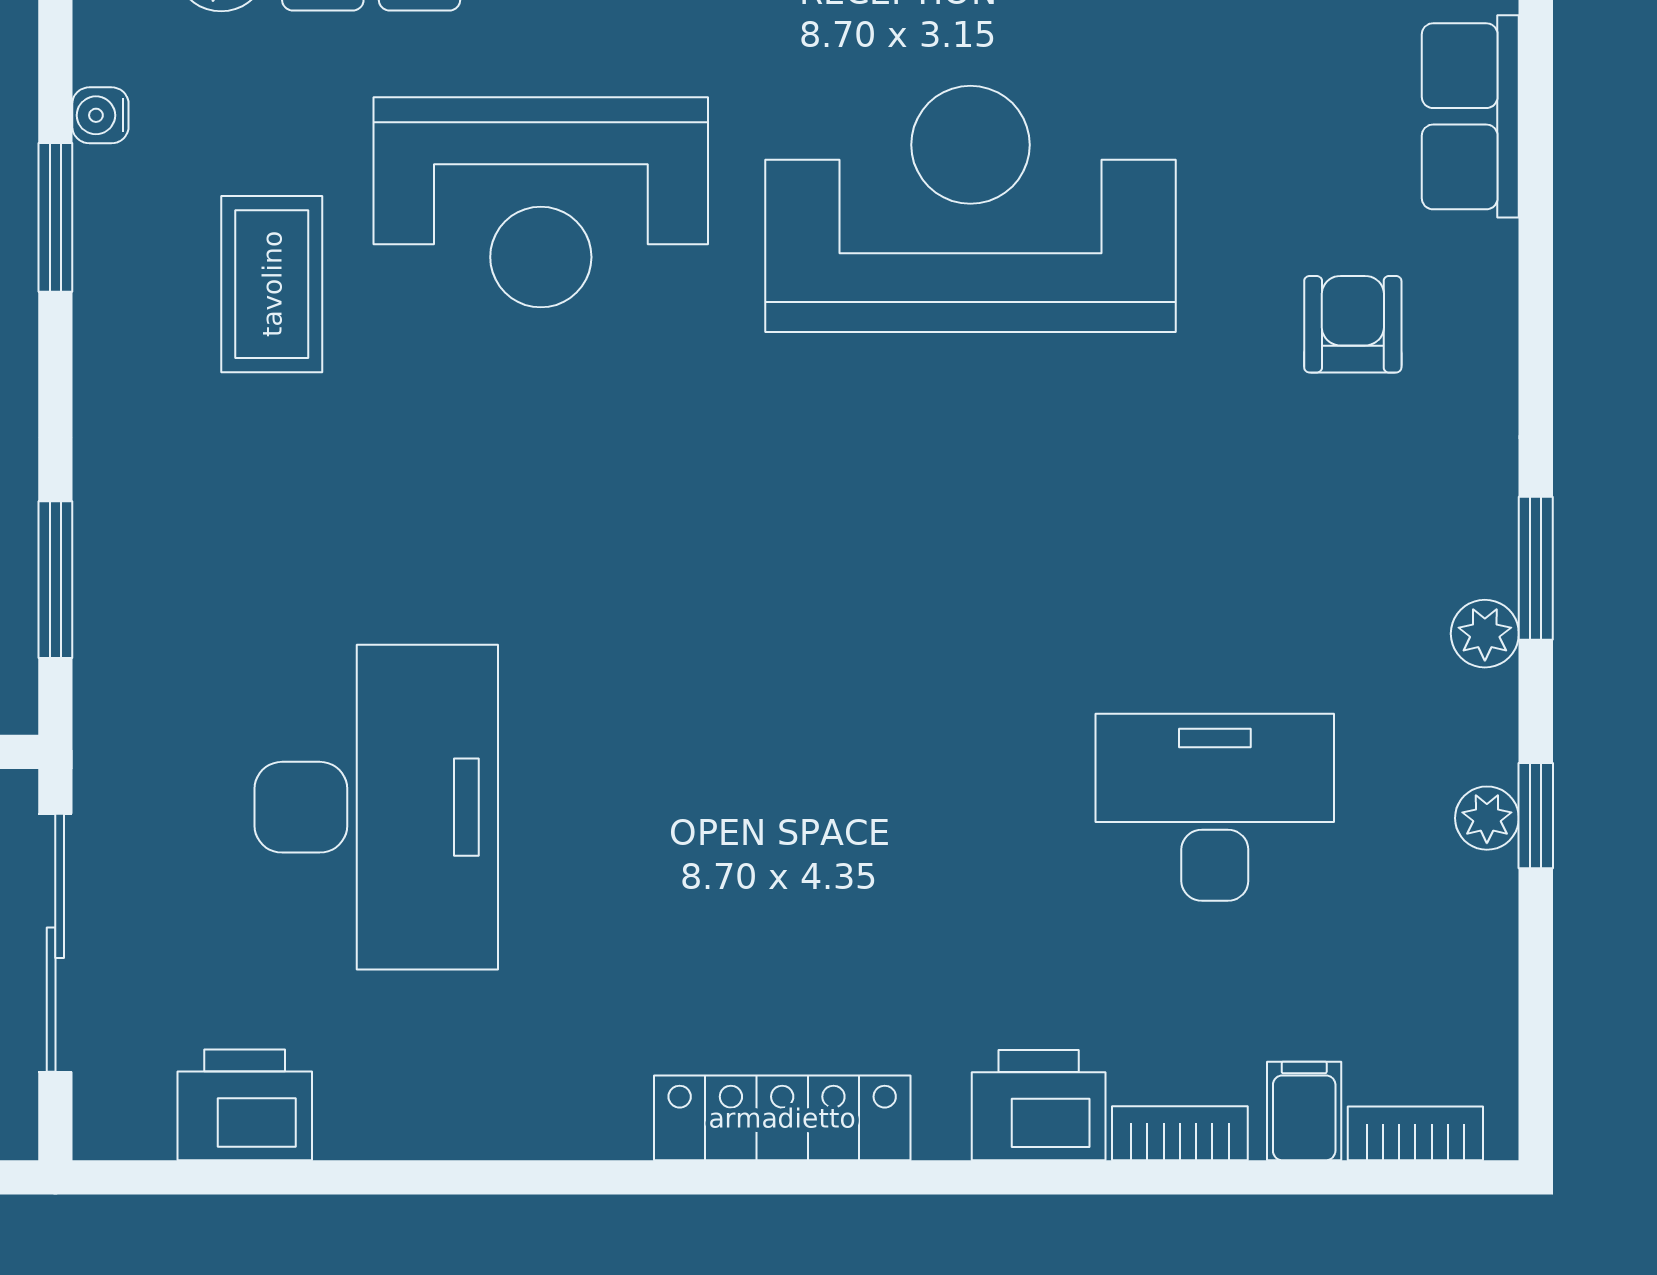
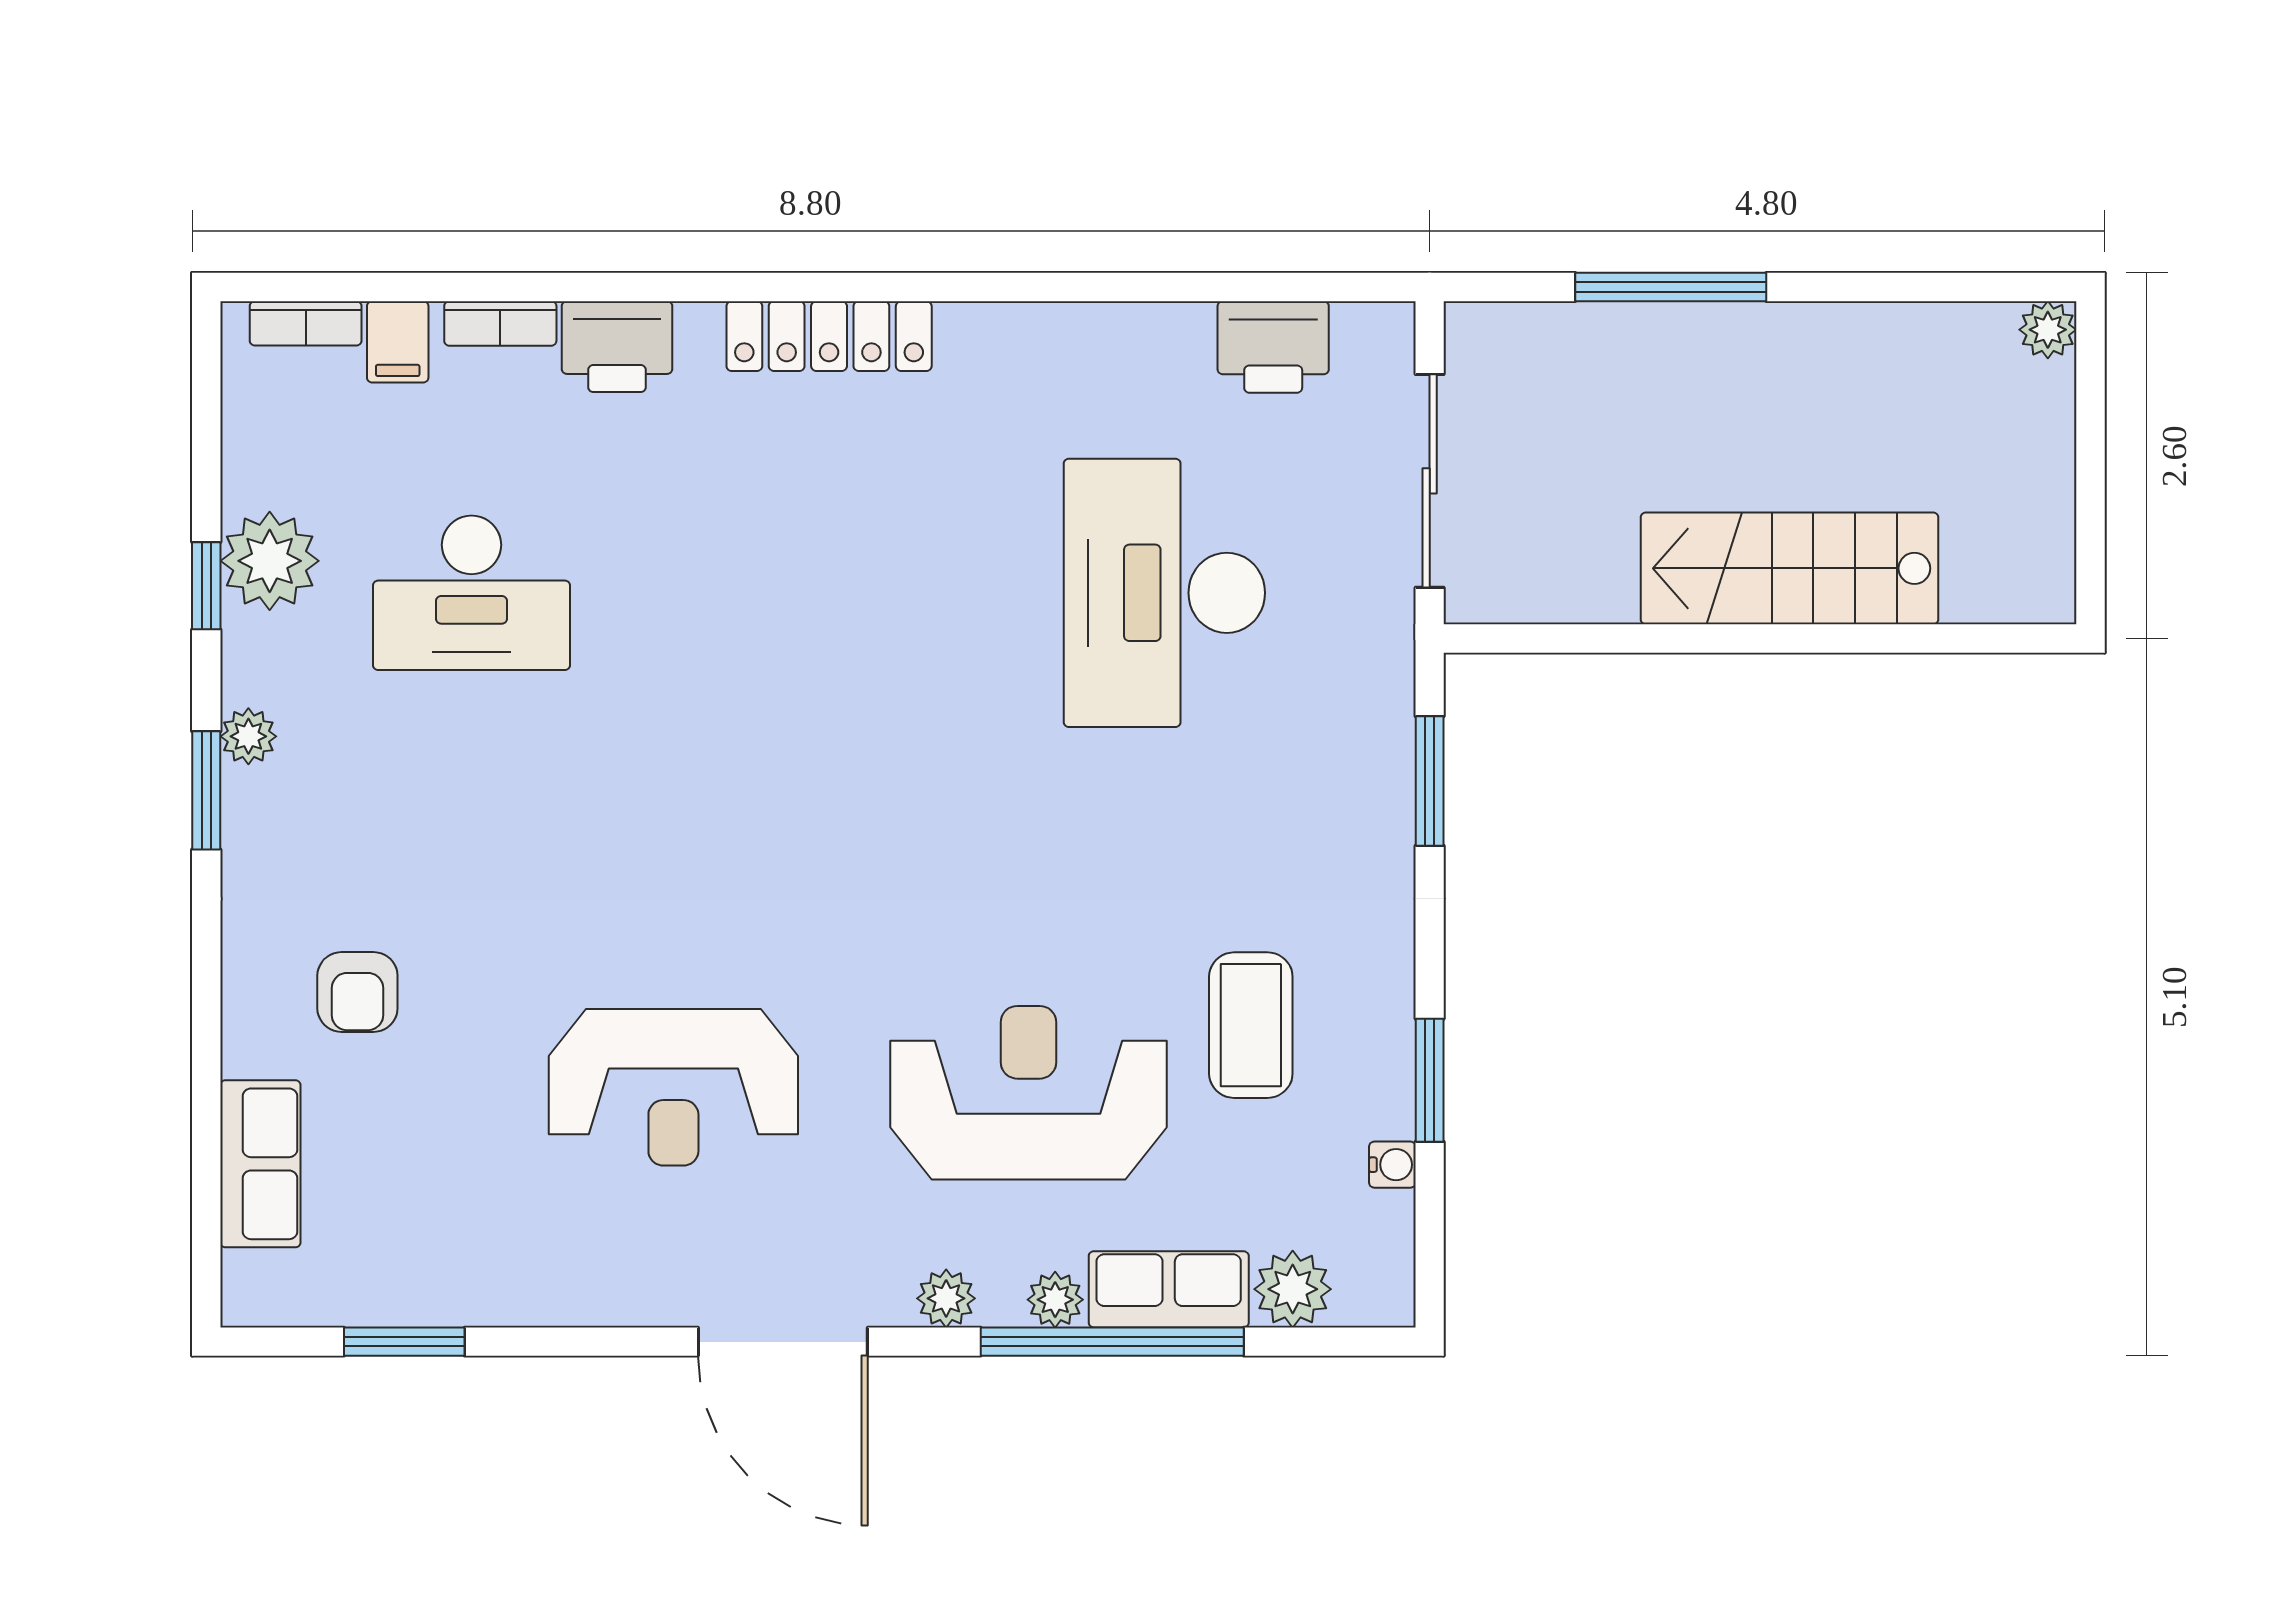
reception desk: (970, 209) -> (673, 1087), width x0.74, depth x0.77
plant: (1487, 818) -> (270, 561), width x1.88, depth x1.88

